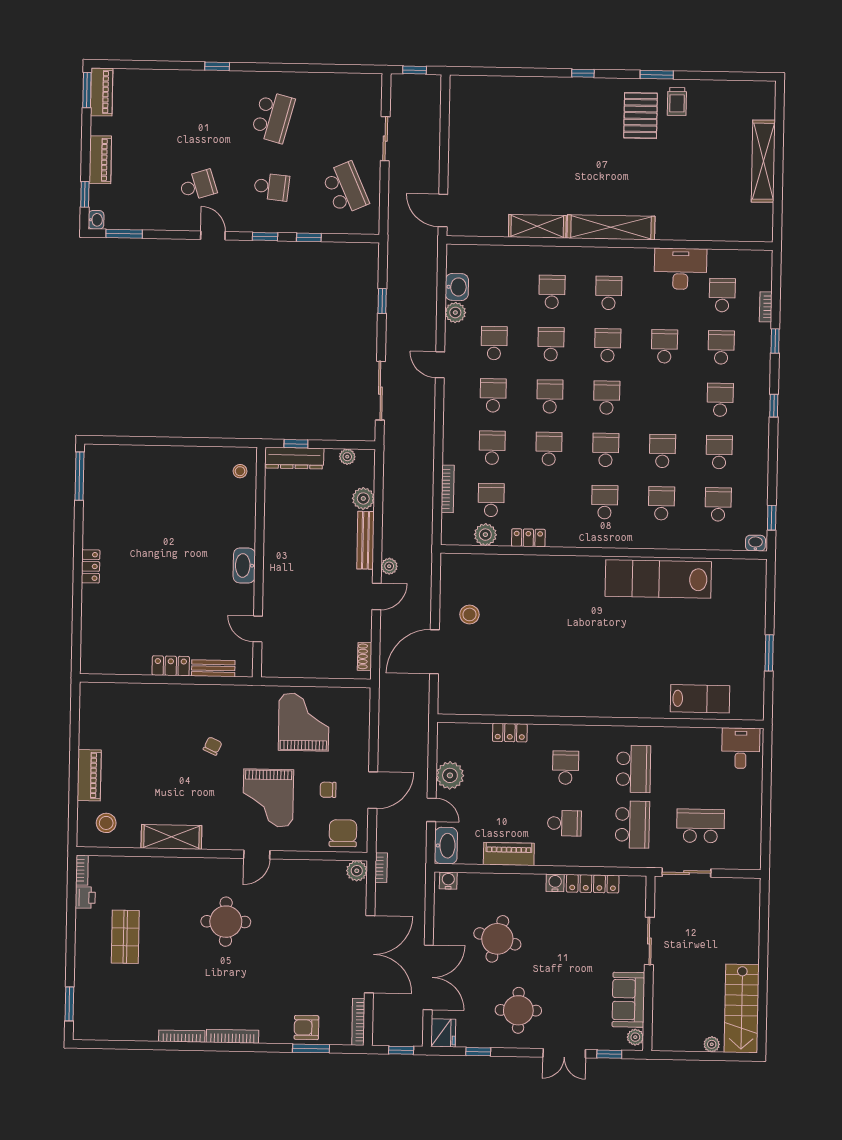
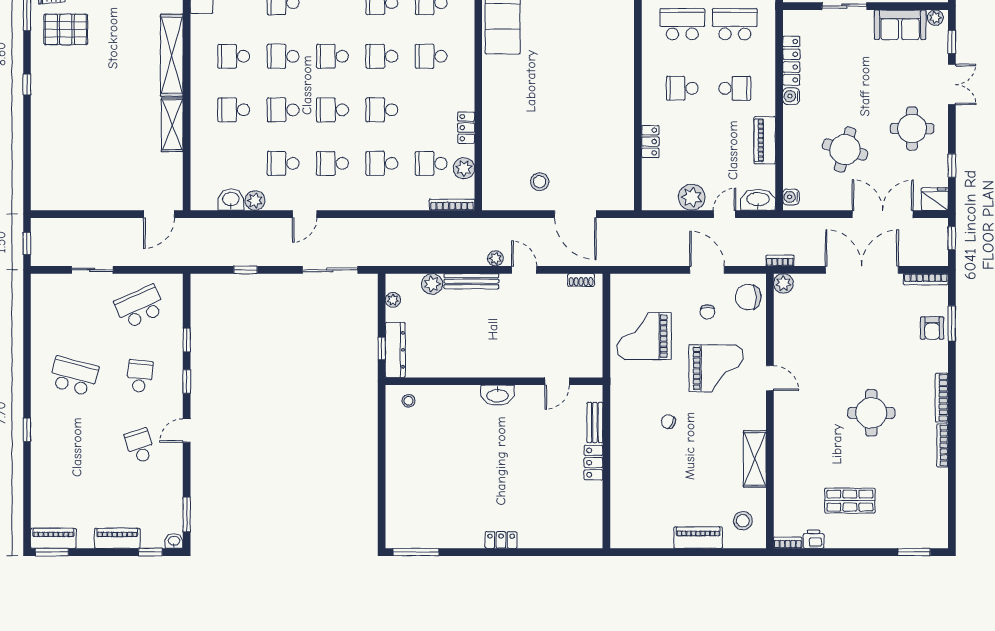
bookcase: (448, 489) -> (452, 205), moved
school desk: (564, 823) -> (735, 88), turned 90
round table: (226, 922) -> (871, 413), moved

